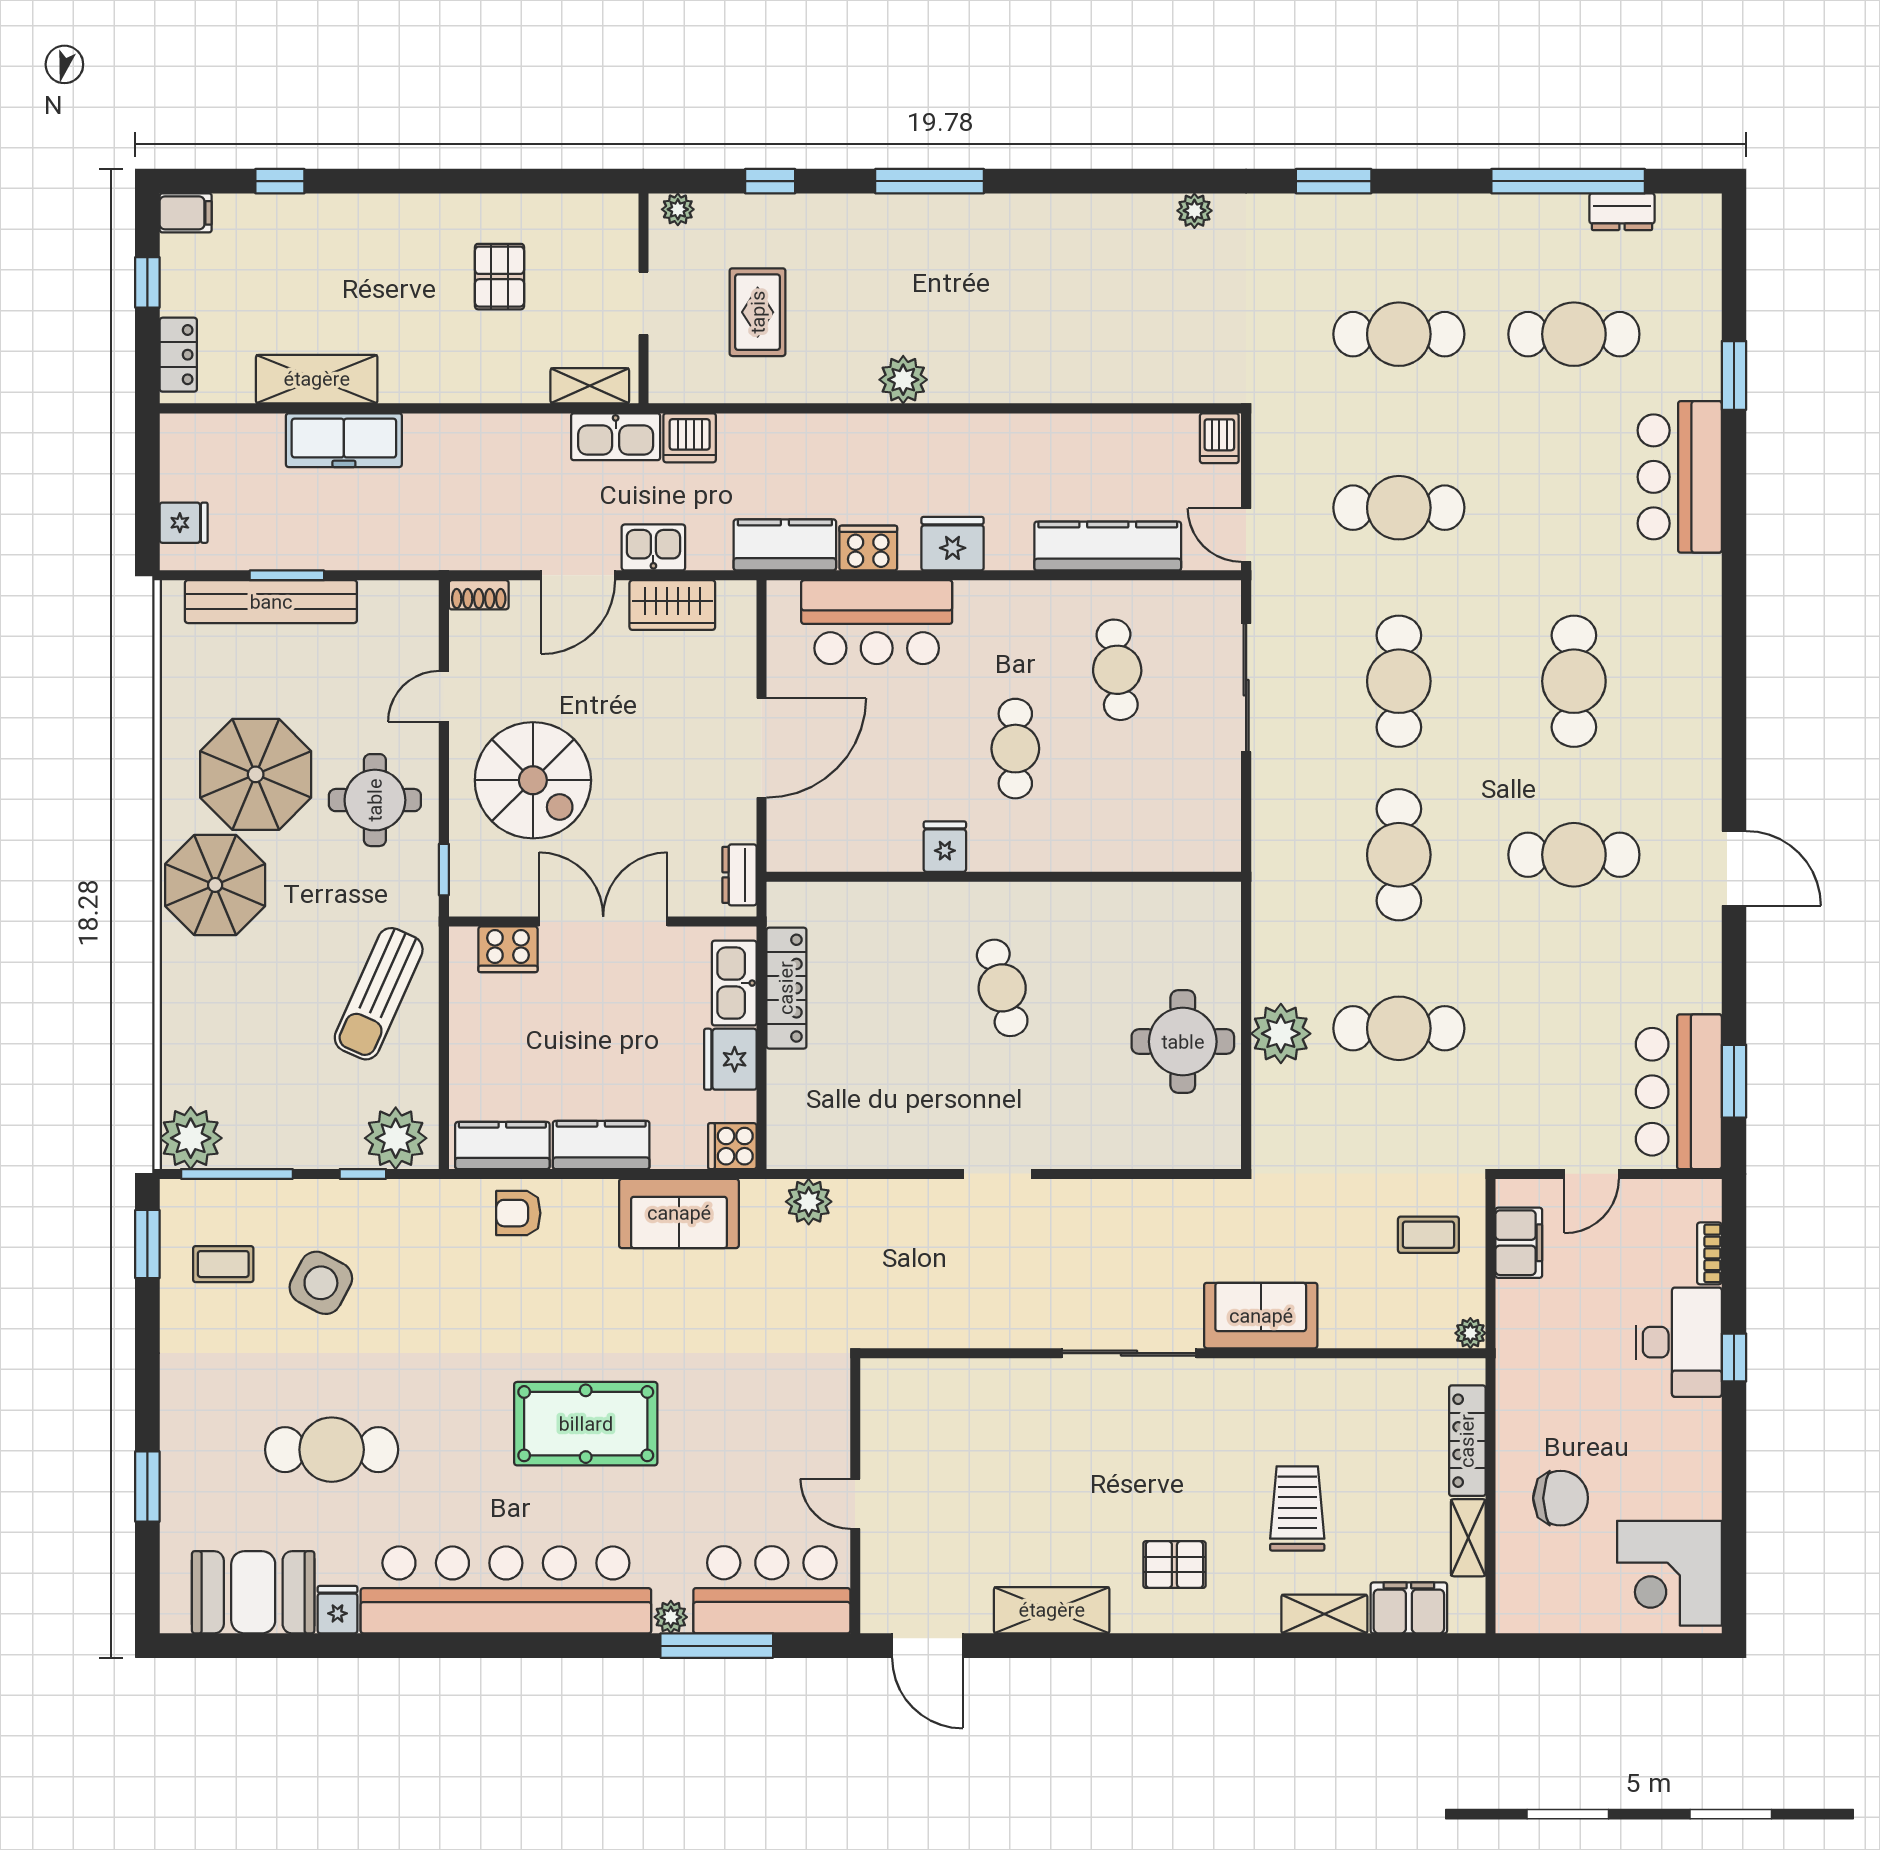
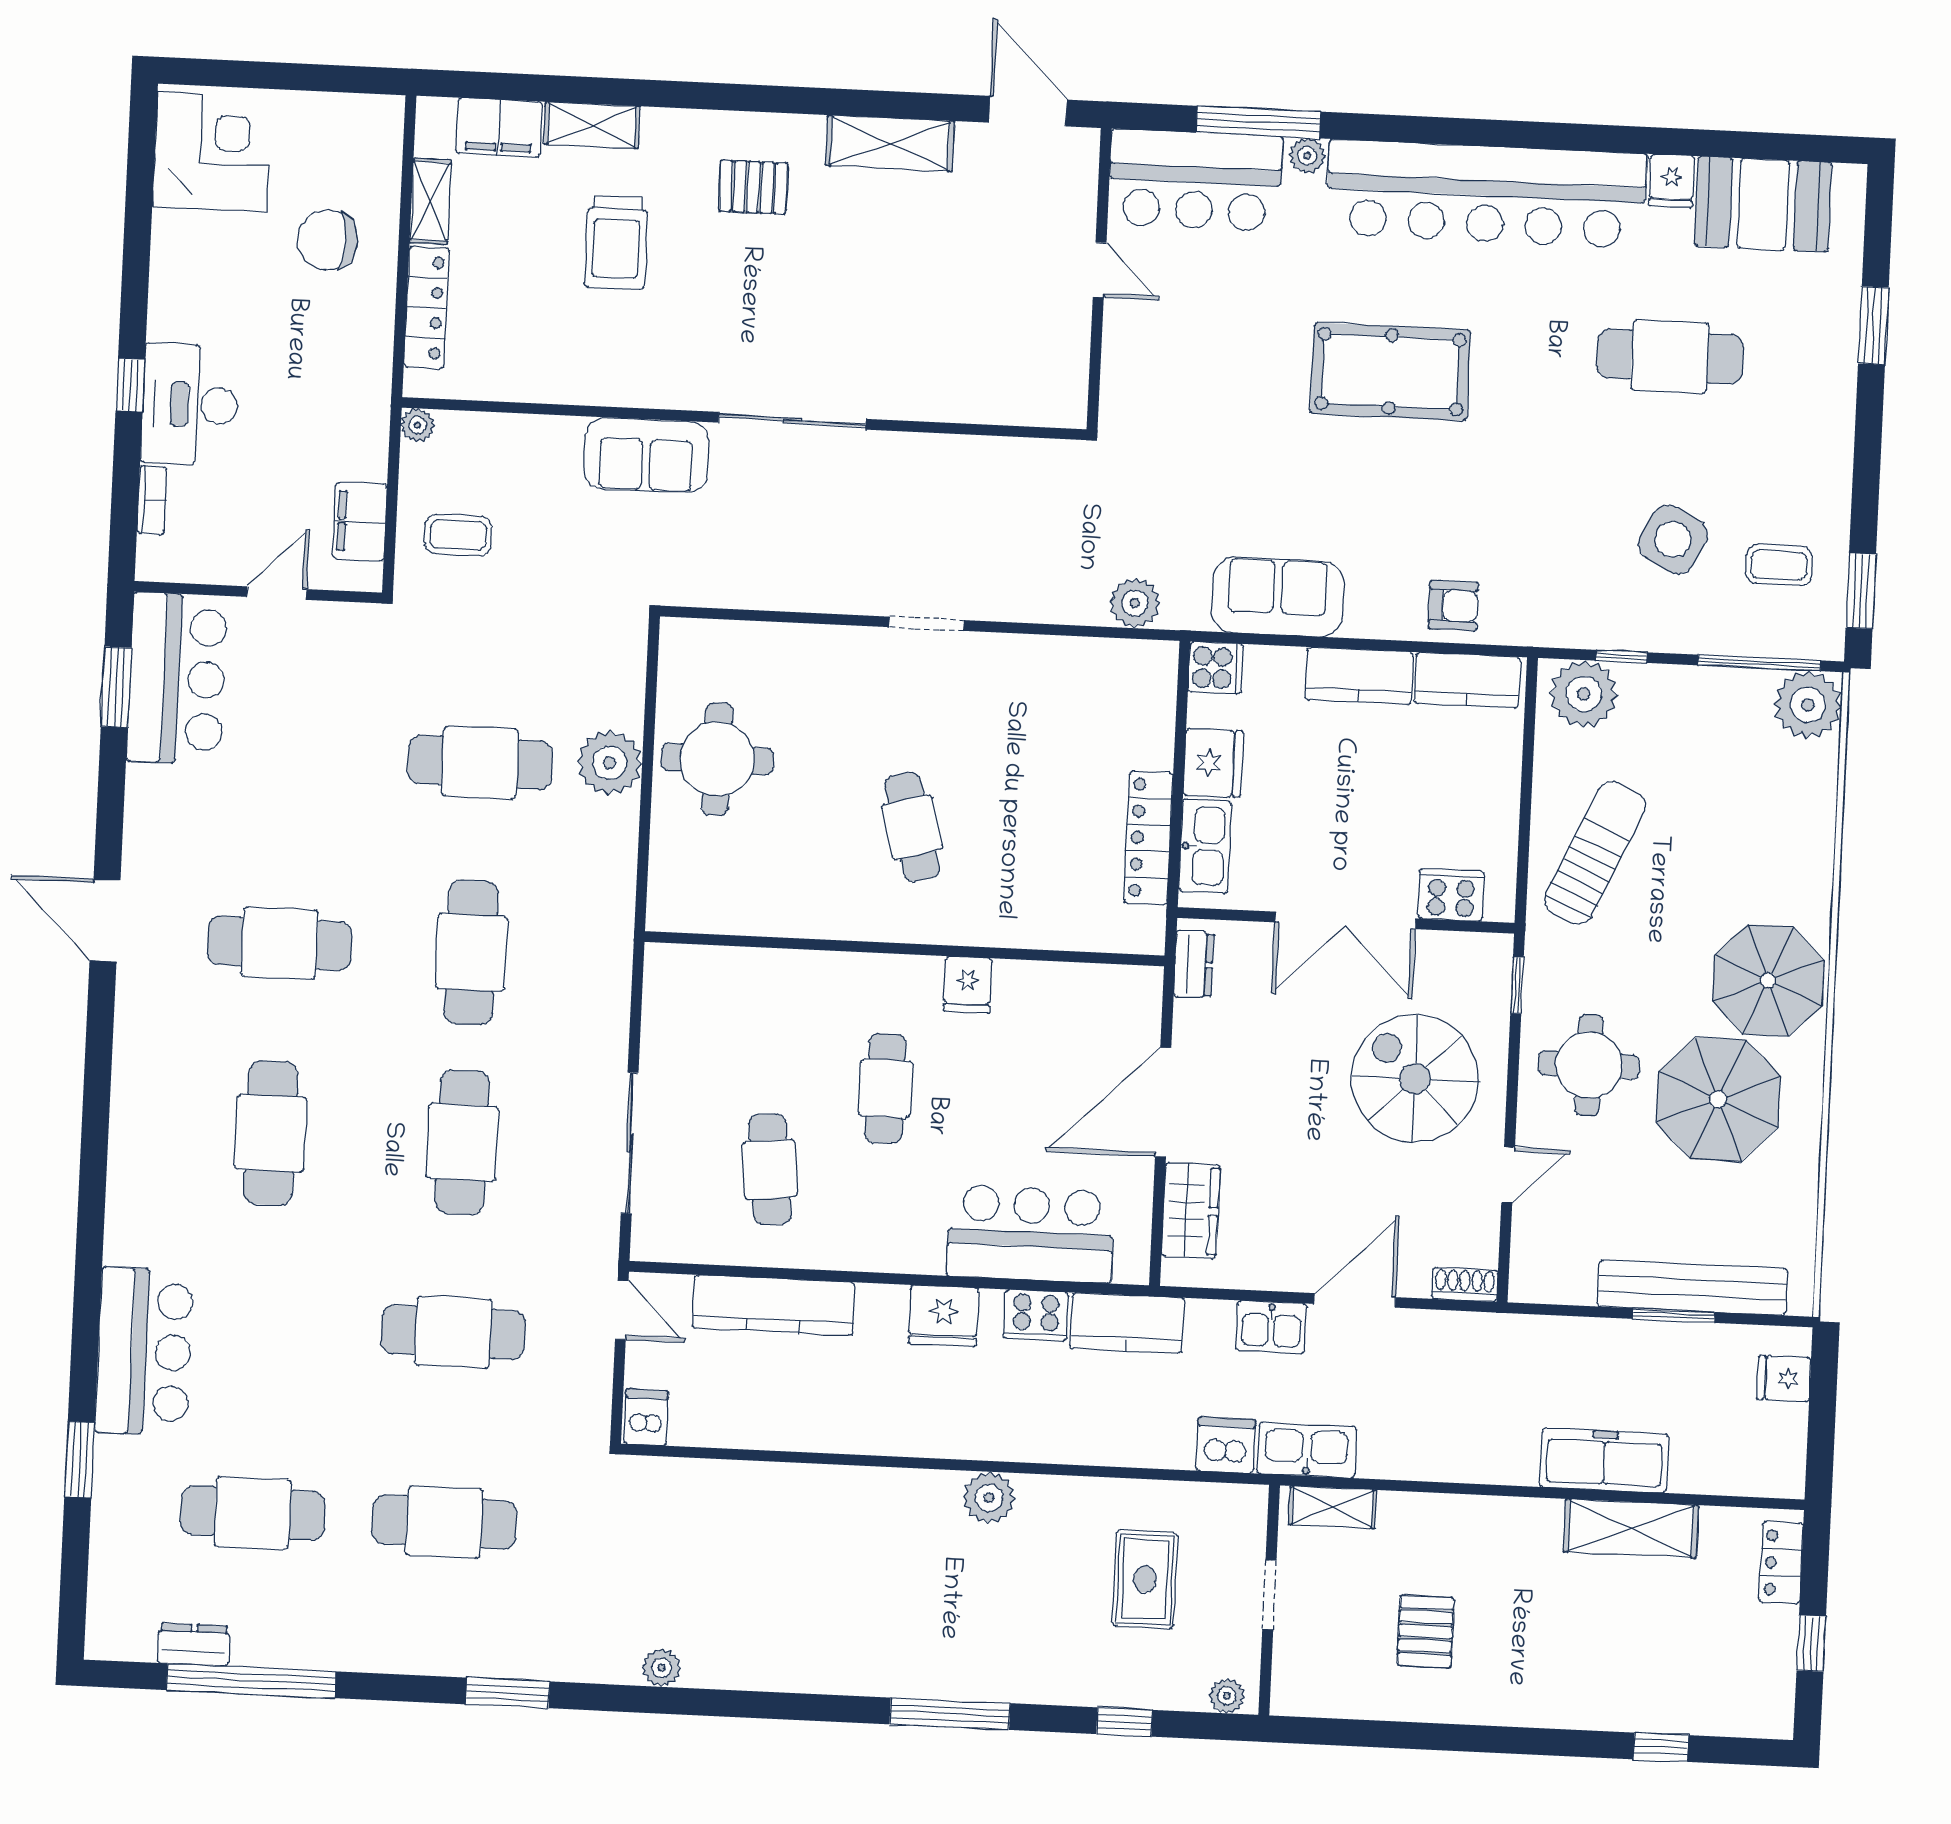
filing cabinet: (186, 213) -> (1766, 1717), removed
wardrobe: (672, 605) -> (1191, 1211), moved, turned 90

